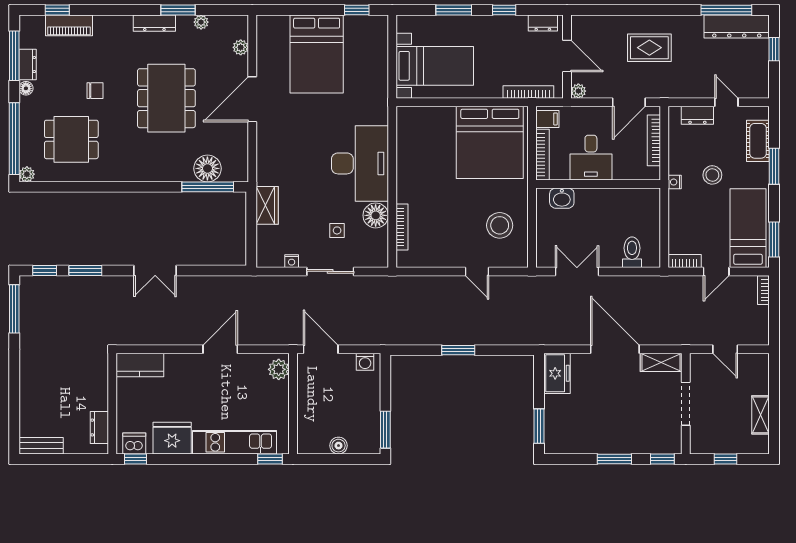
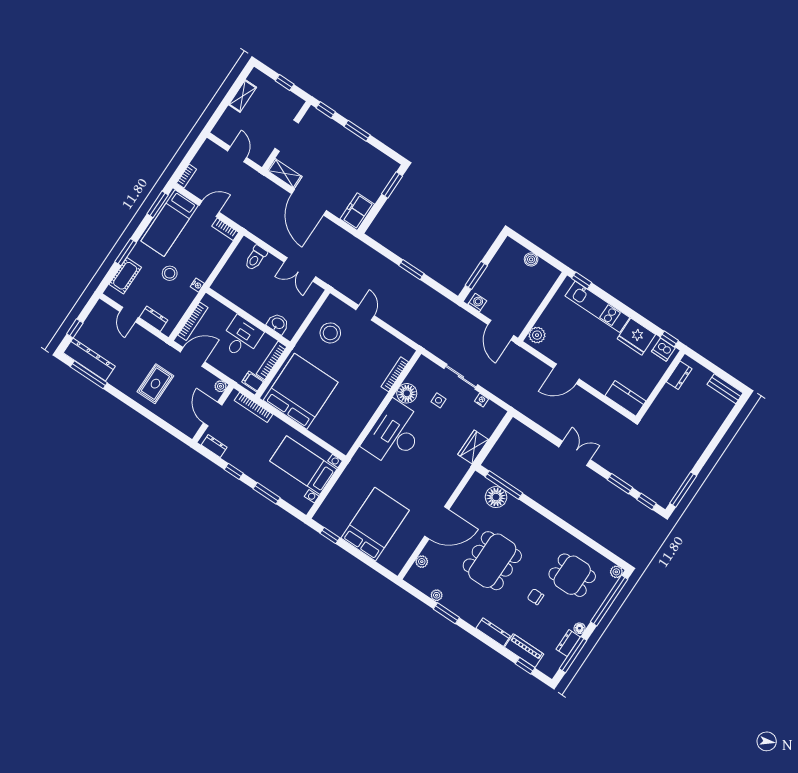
dresser: (154, 23) -> (493, 632), moved
rug: (649, 48) -> (155, 384), turned 90
window: (385, 430) -> (476, 275), moved

